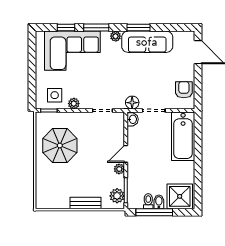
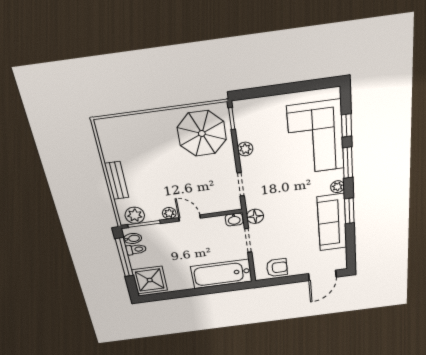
side table: (55, 95) -> (254, 123), removed
parasol: (60, 145) -> (202, 133), moved
bidet: (159, 202) -> (133, 239), moved

